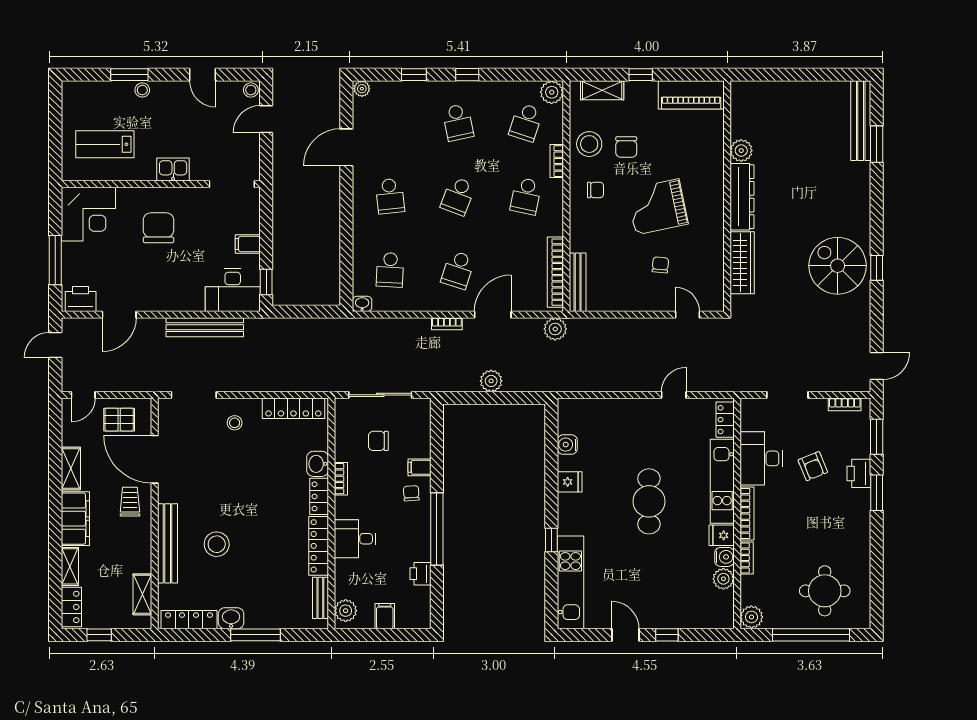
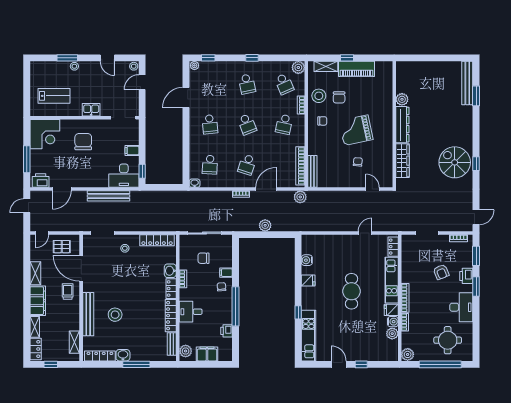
window: (414, 75) -> (208, 58), moved
piano: (691, 95) -> (356, 69), moved
school desk: (526, 122) -> (284, 84), turned -42
lab bench: (105, 144) -> (54, 96), turned 180
school desk: (458, 196) -> (247, 124), turned -42
desk: (761, 458) -> (461, 307), moved, turned 180
filing cabinet: (385, 616) -> (207, 354), width x2.00

